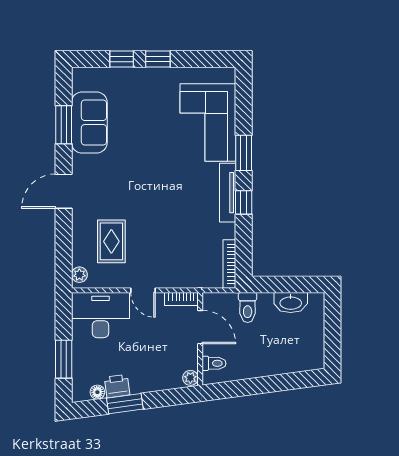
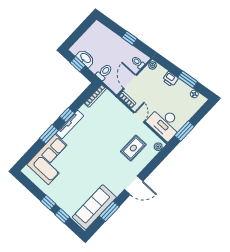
sofa: (89, 123) -> (94, 207), width x1.36
window: (294, 284) -> (78, 64), added
window: (64, 359) -> (184, 131), moved
printer: (117, 386) -> (170, 79), moved
window: (256, 386) -> (129, 38), added

